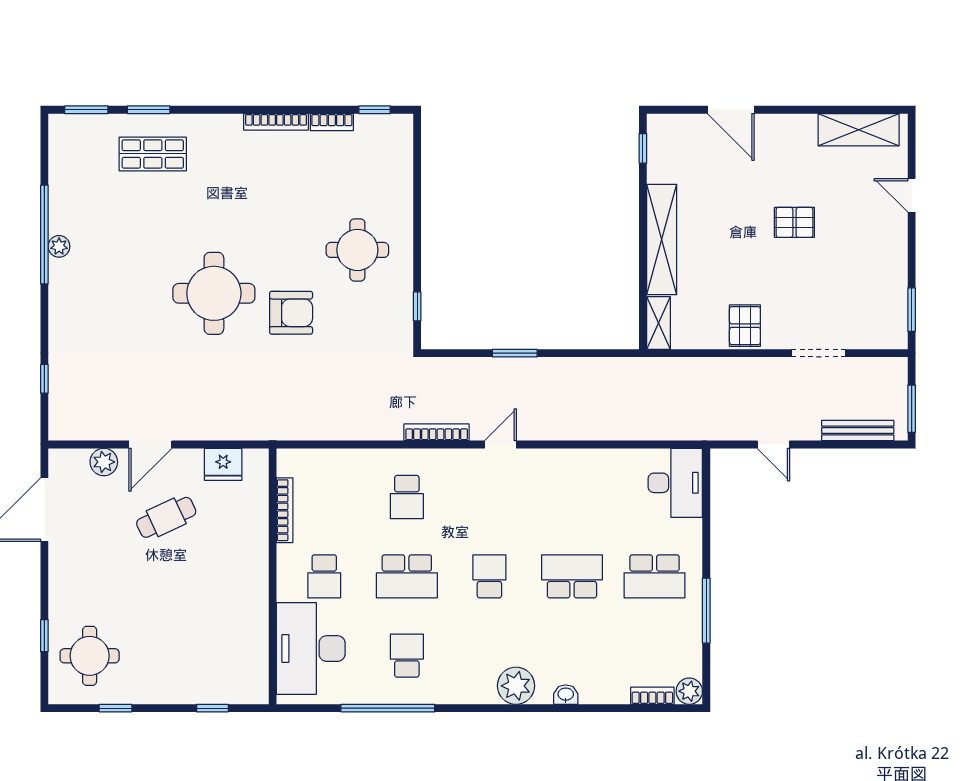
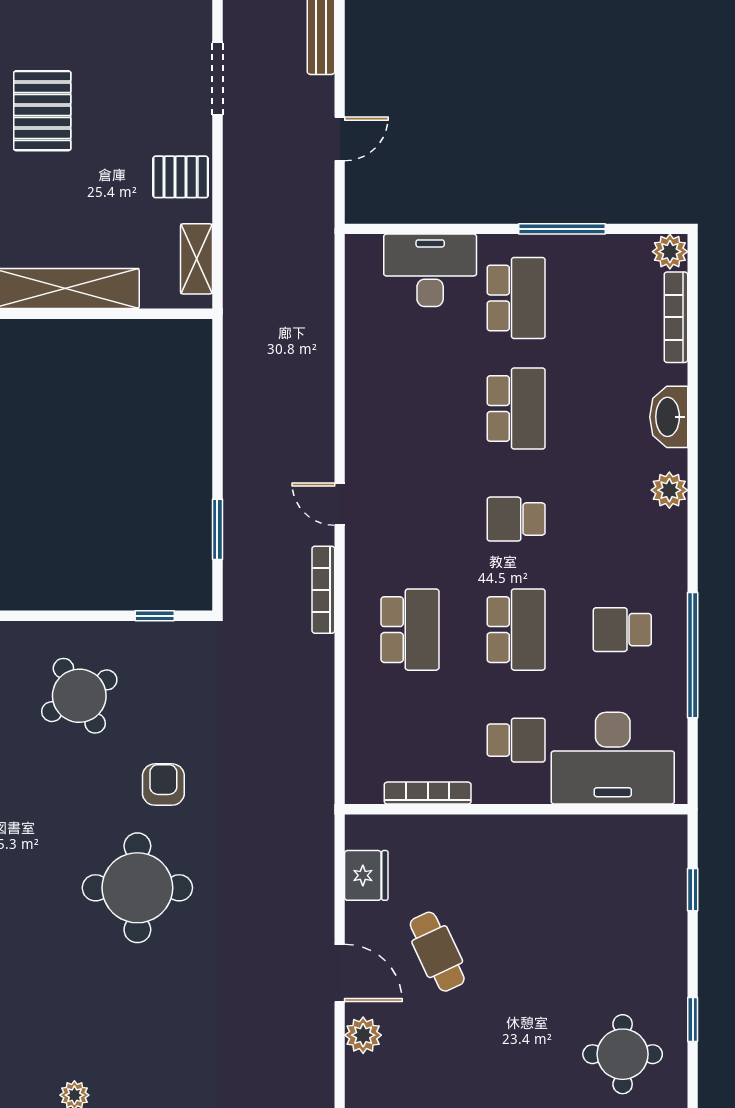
pallet: (794, 222) -> (42, 111), width x1.50, depth x1.42
round table: (357, 250) -> (79, 696), turned -30
armchair: (291, 313) -> (163, 785), width x0.72, depth x0.72
shelving: (658, 323) -> (197, 259), moved, turned 90
window: (515, 353) -> (217, 529), moved
desk: (675, 483) -> (430, 270), moved
school desk: (407, 497) -> (410, 630), width x1.85
school desk: (572, 576) -> (516, 409), turned 180
plant: (516, 686) -> (669, 490), width x0.73, depth x0.73
washbasin: (566, 695) -> (669, 417), width x1.91, depth x1.45
bookcase: (652, 696) -> (676, 317), width x1.56

